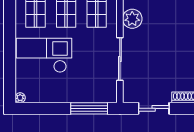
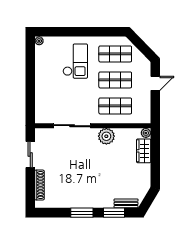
checkout: (44, 55) -> (75, 61), width x0.73, depth x0.83
window: (89, 108) -> (30, 100), removed

